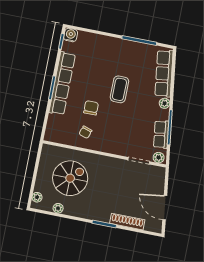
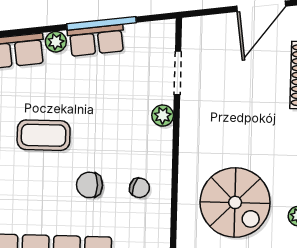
row of seats: (161, 134) -> (96, 40), moved
plant: (159, 158) -> (163, 116), moved
spiral stairs: (70, 178) -> (235, 202), turned 180

